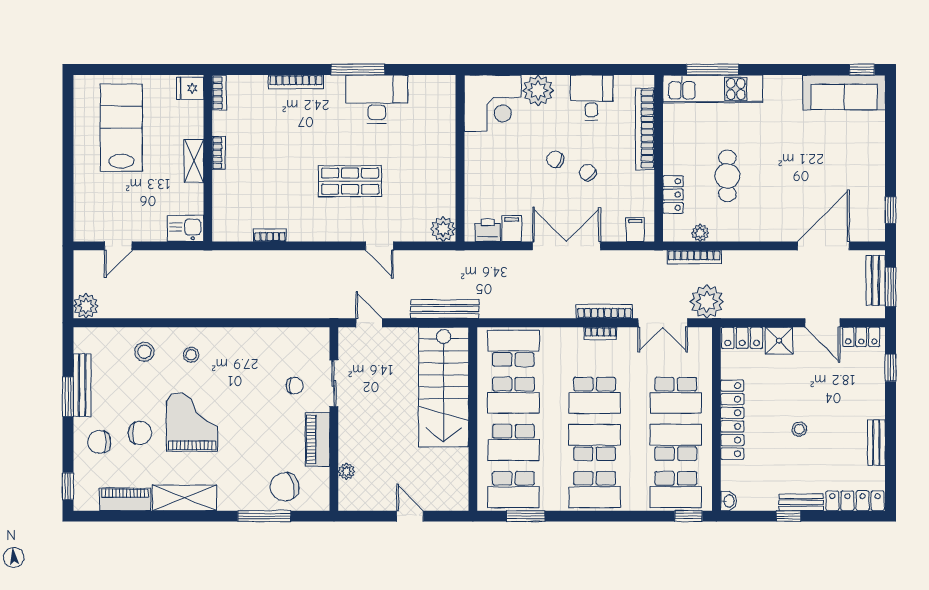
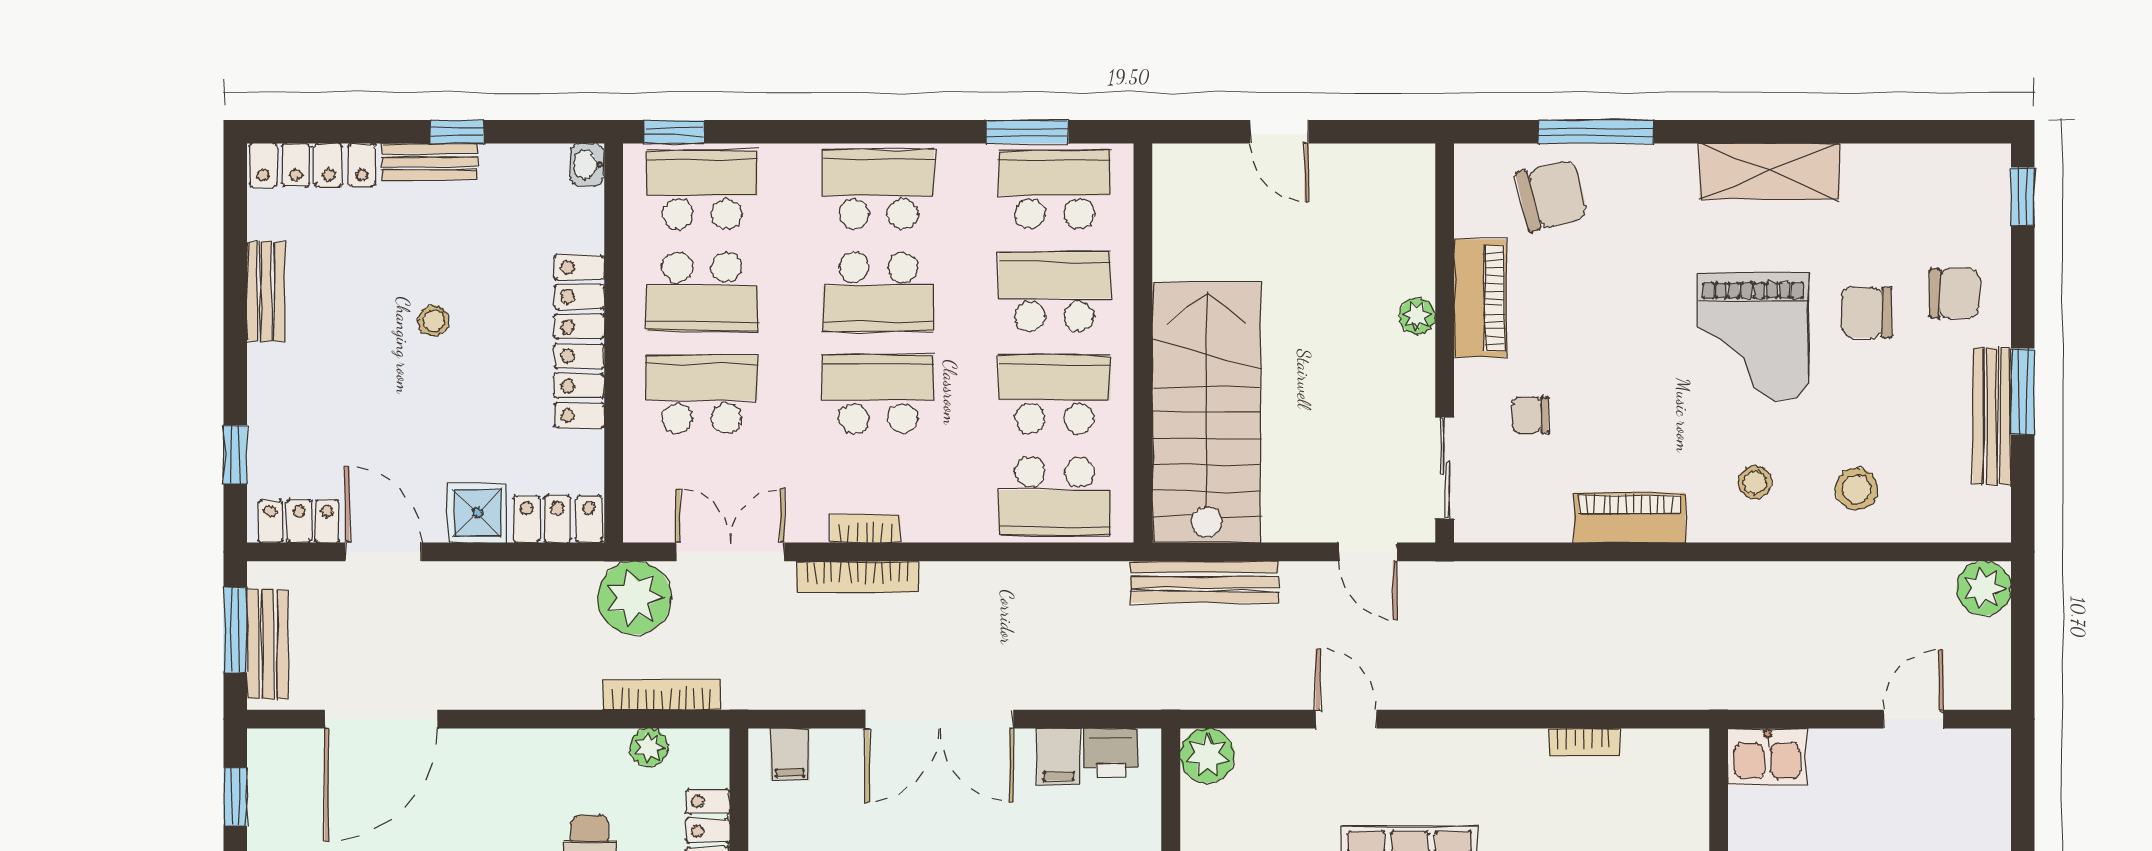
sliding door: (334, 383) -> (1445, 468), moved
plant: (346, 471) -> (1417, 316), moved
piano: (125, 499) -> (1630, 518), moved, turned 180

